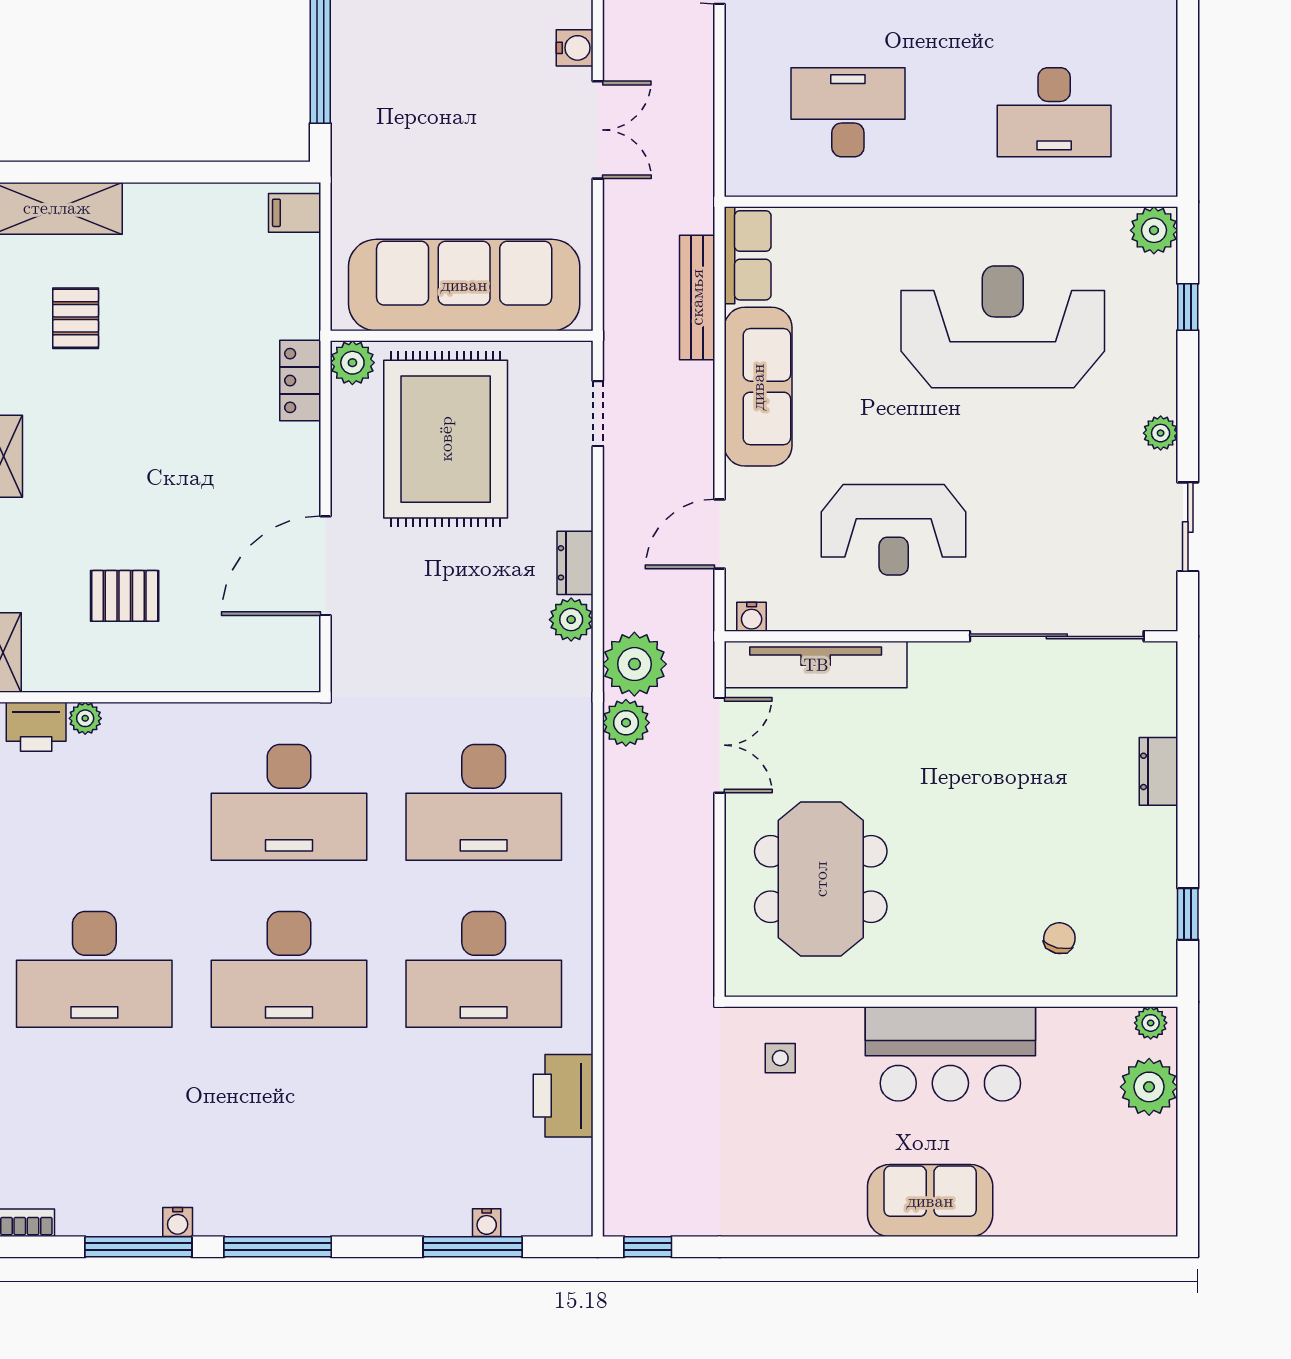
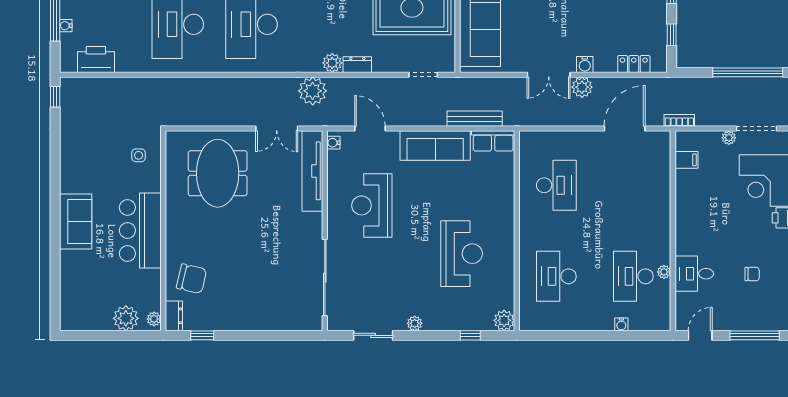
reception desk: (1003, 327) -> (462, 254), width x0.74, depth x0.77
plant: (626, 723) -> (582, 87), moved
dresser: (1158, 771) -> (174, 316), moved, turned 90
meeting table: (821, 879) -> (218, 173), turned 90
chair: (1059, 938) -> (191, 279), width x1.87, depth x1.87
printer: (563, 1096) -> (96, 59), moved

